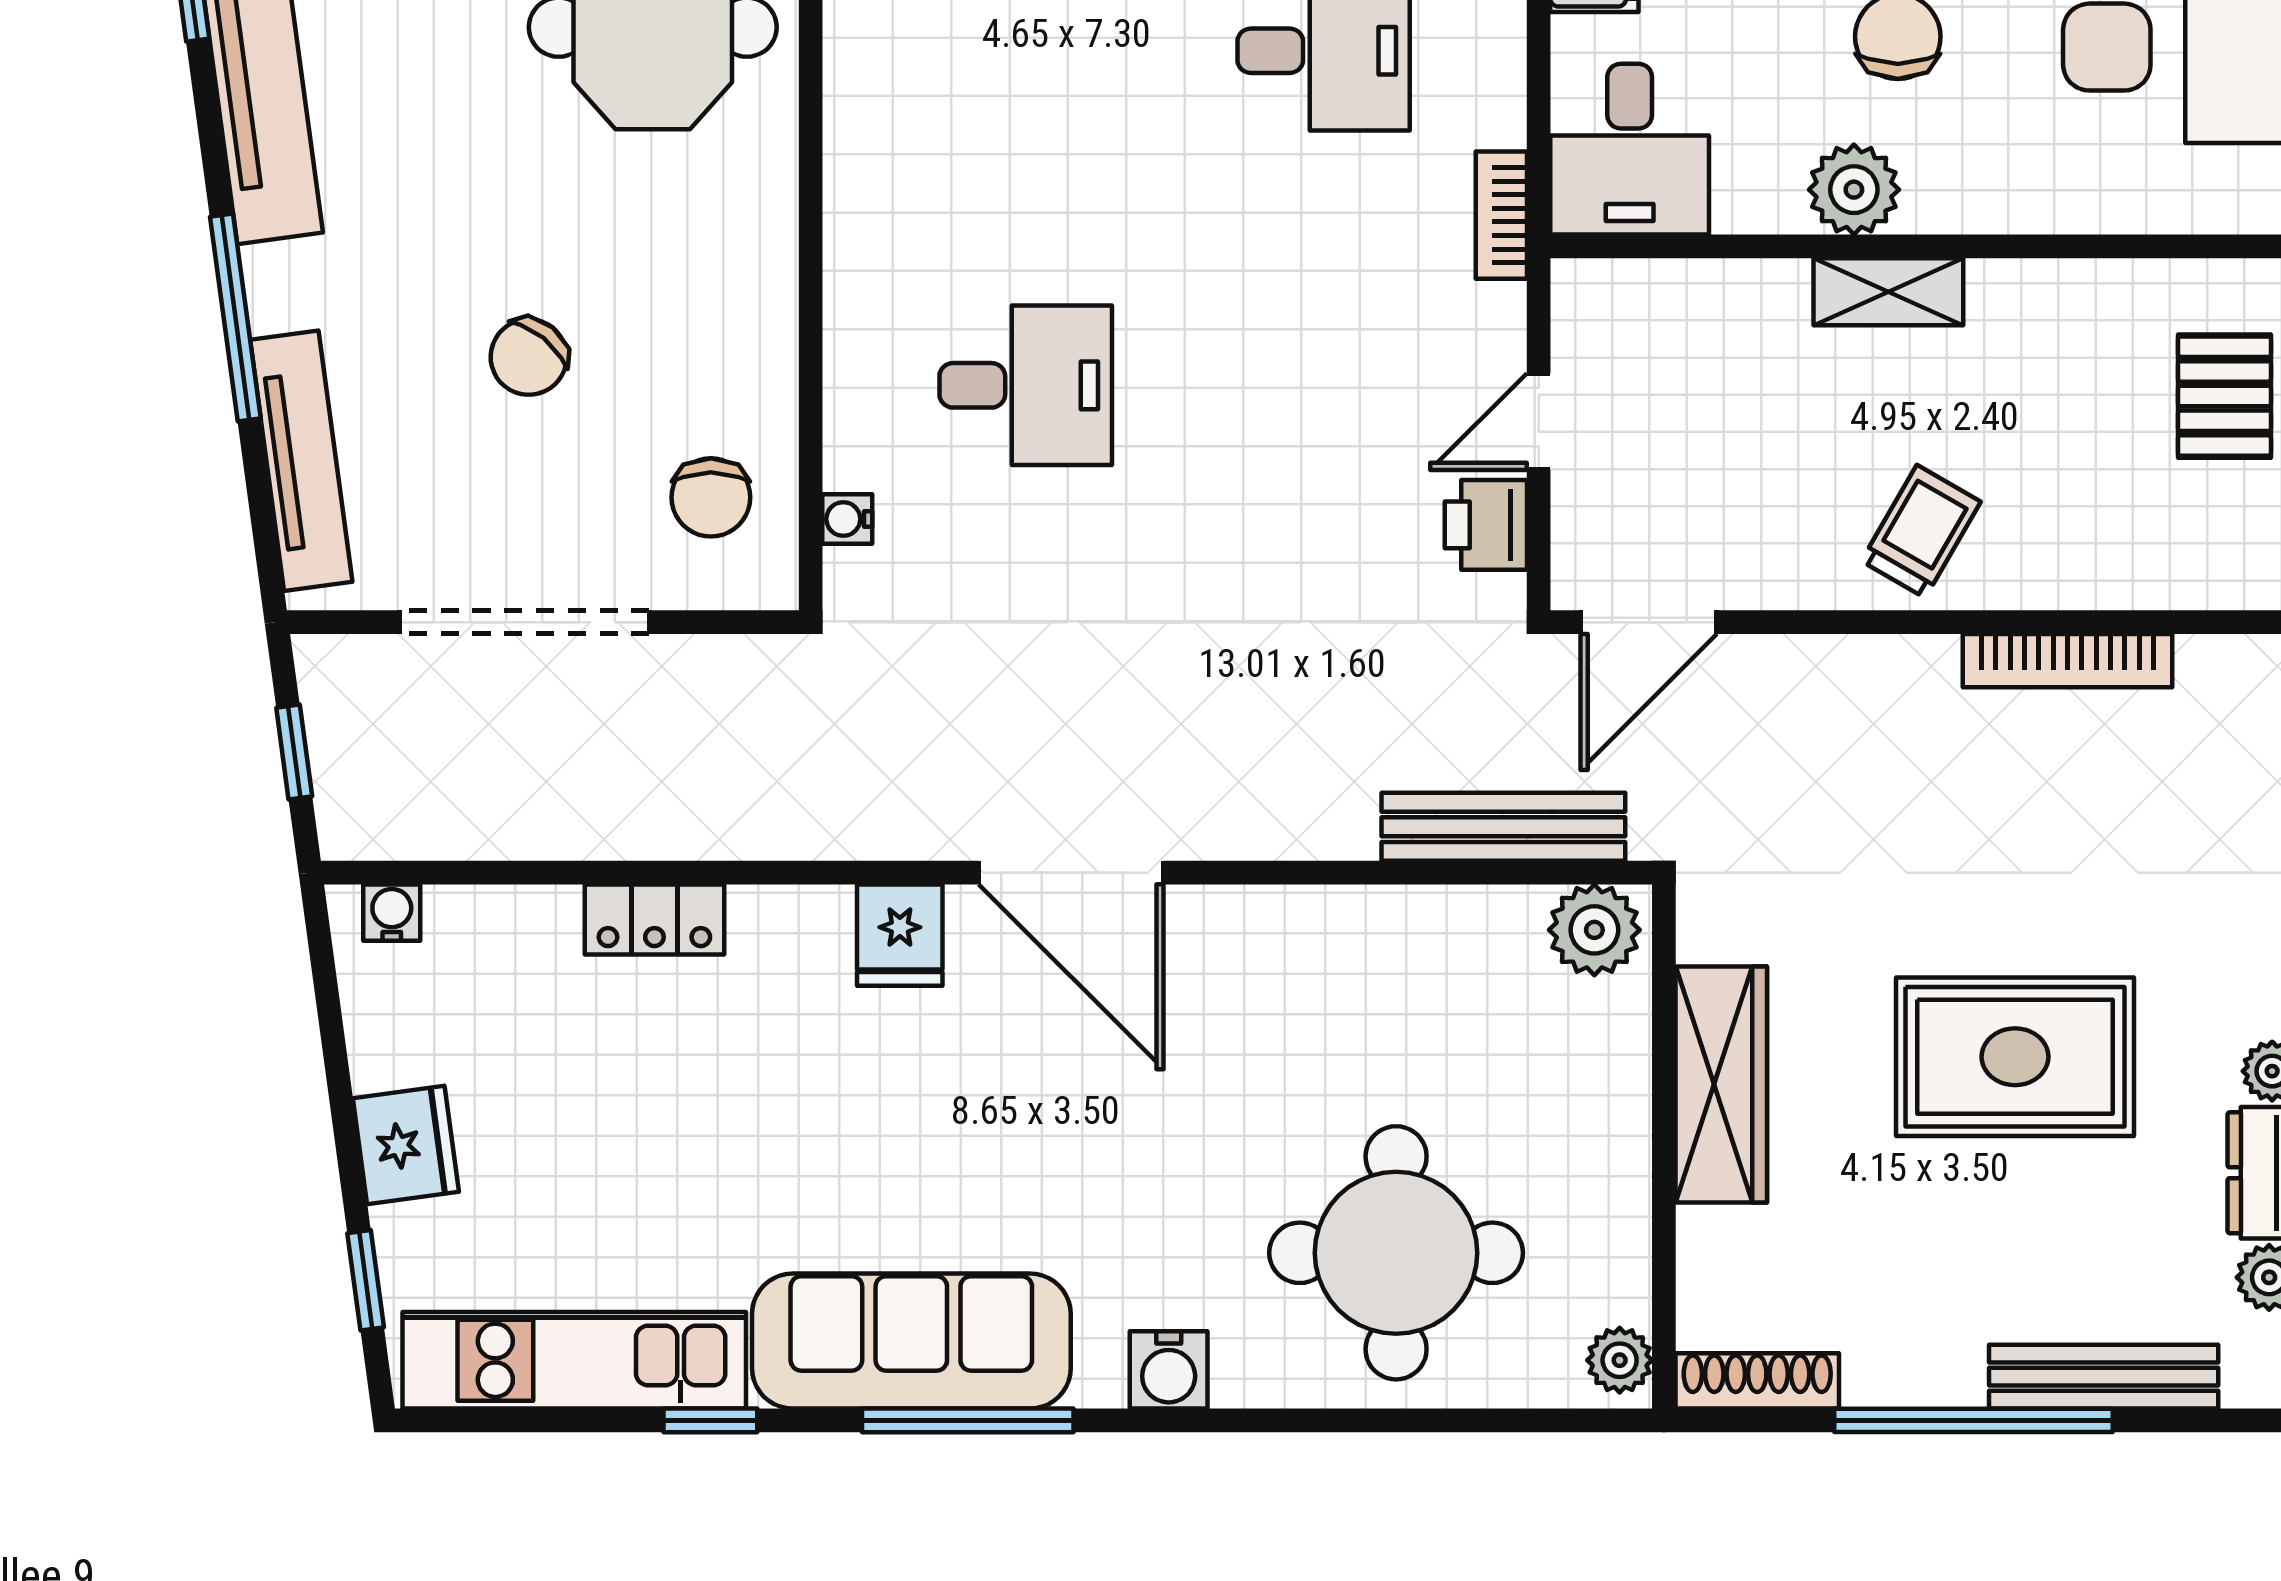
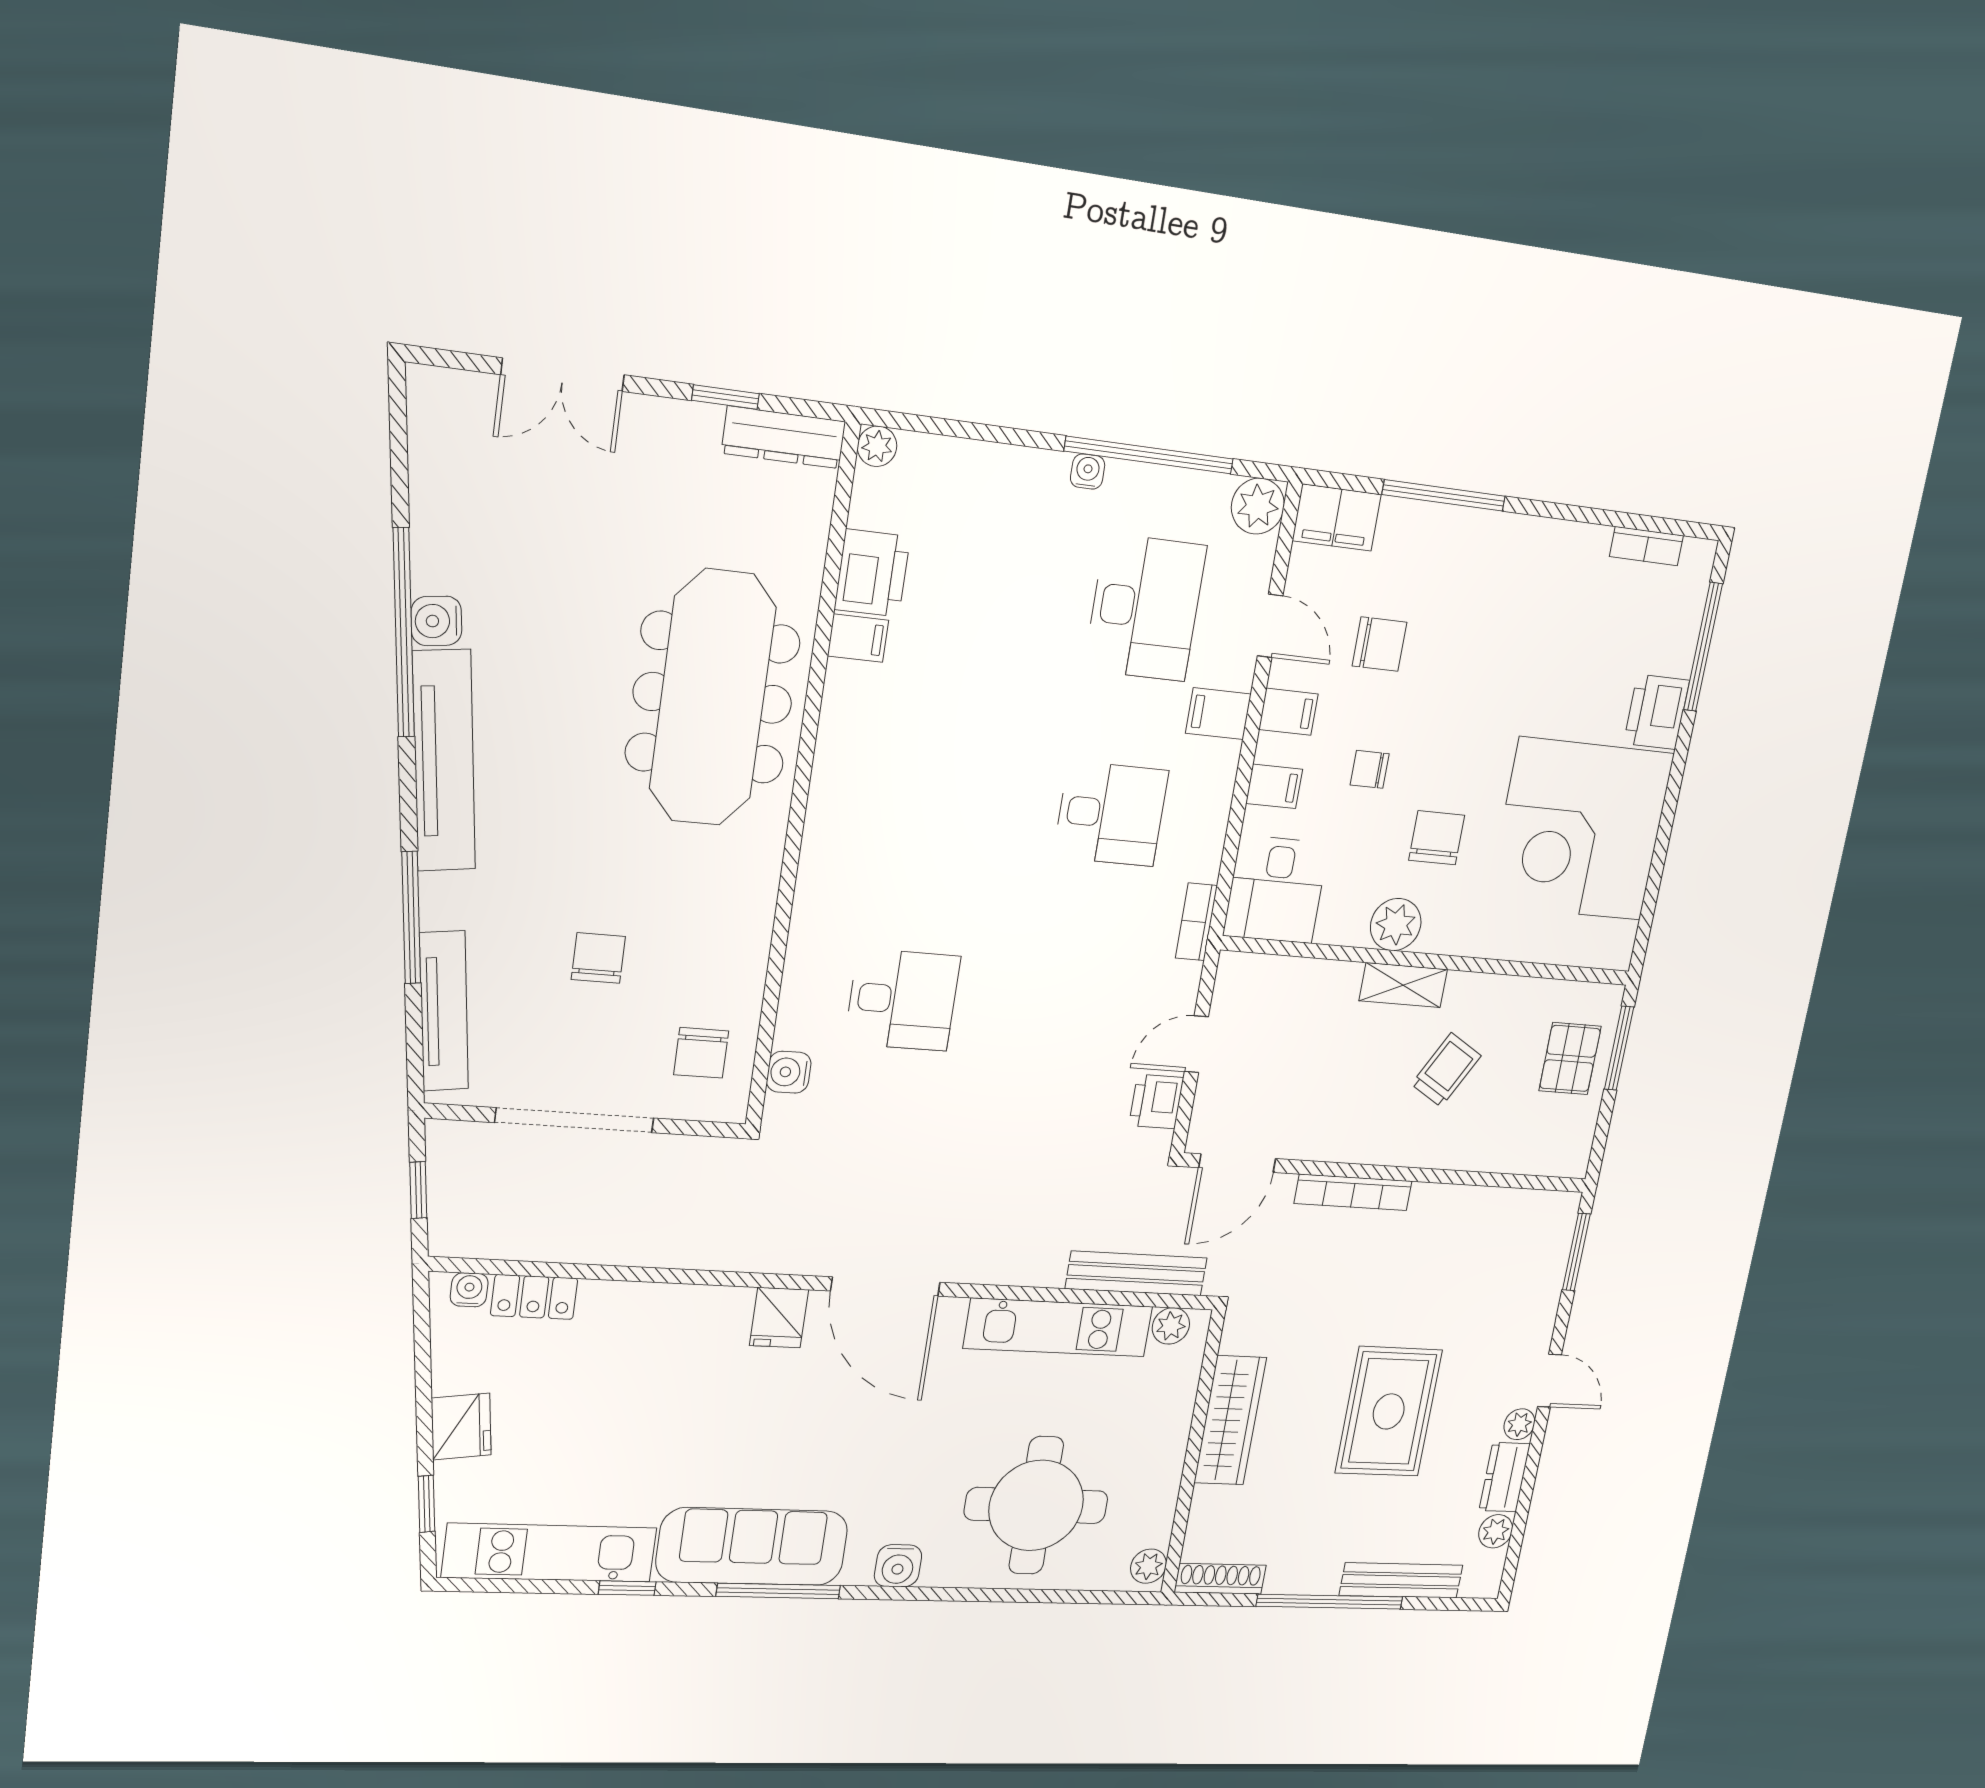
chair: (529, 357) -> (598, 958), turned 141
water cooler: (847, 519) -> (789, 1072), width x1.38, depth x1.38
trolley: (1921, 531) -> (1446, 1070), moved
bookcase: (2067, 661) -> (1353, 1192), moved
locker: (654, 920) -> (534, 1297), moved
kitchen unit: (1381, 930) -> (1058, 1327), added
plant: (1594, 930) -> (1171, 1326), width x0.73, depth x0.73
rug: (2015, 1057) -> (1389, 1411), turned 90

